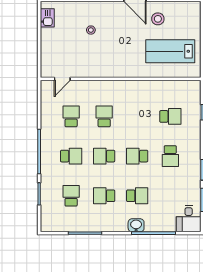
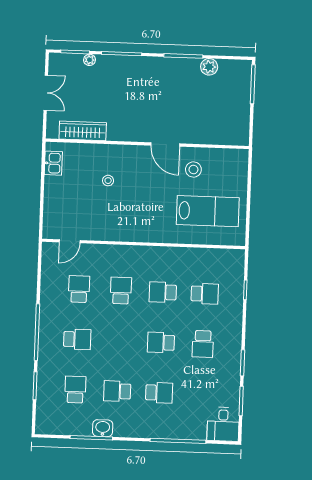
lab bench: (170, 51) -> (208, 211), turned 180
school desk: (104, 156) -> (163, 292), moved
washbasin: (136, 225) -> (103, 428), moved

